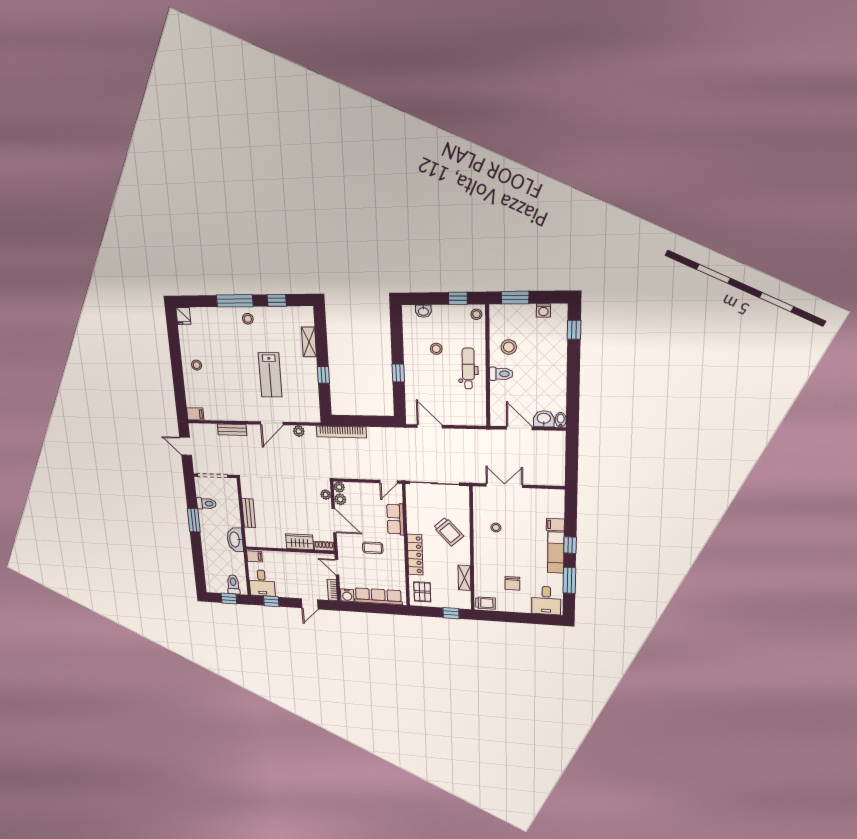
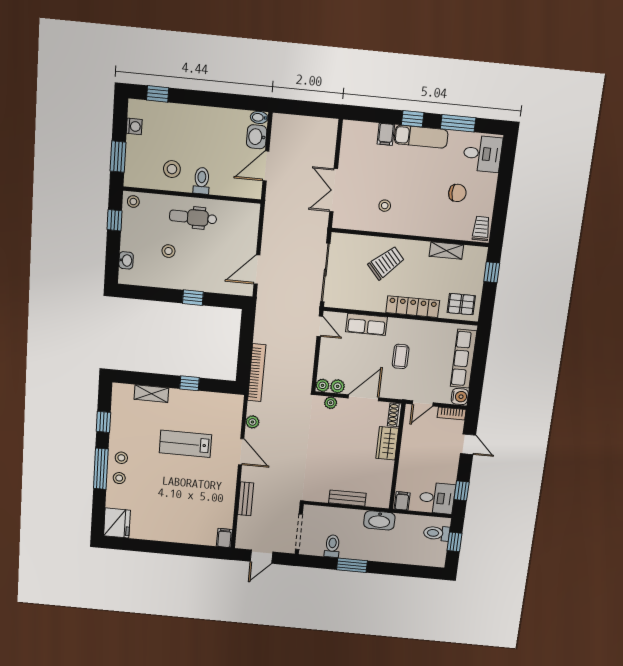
fridge: (183, 316) -> (117, 523), width x1.88, depth x1.34
stool: (197, 365) -> (119, 478), moved
lab bench: (270, 375) -> (185, 444), turned 180

